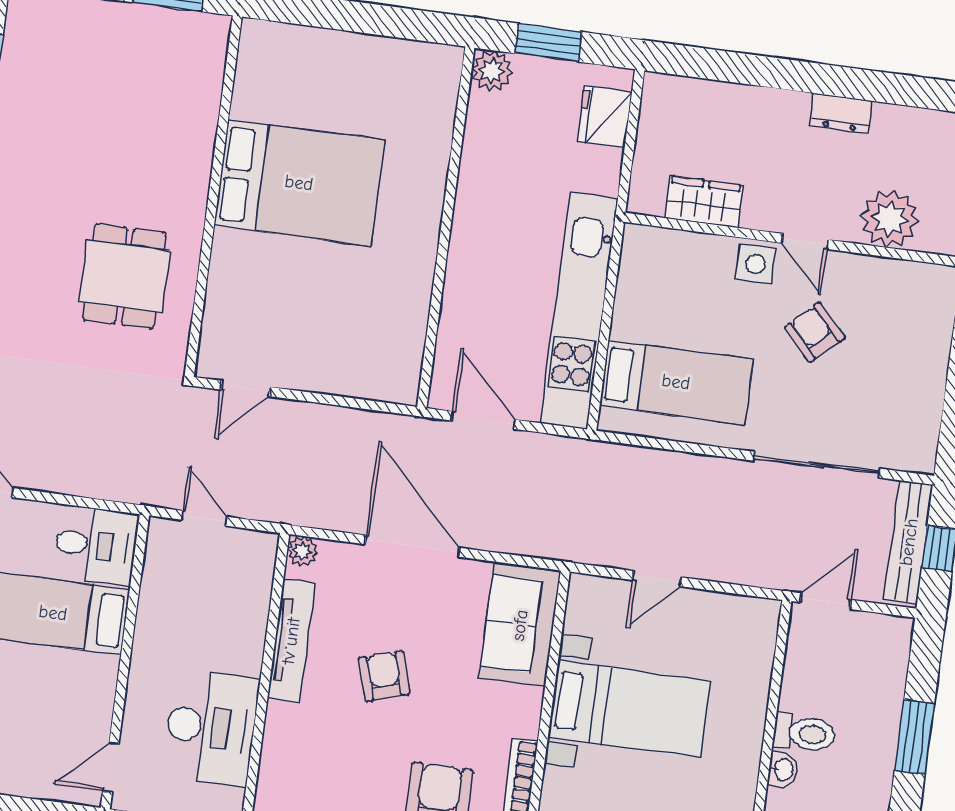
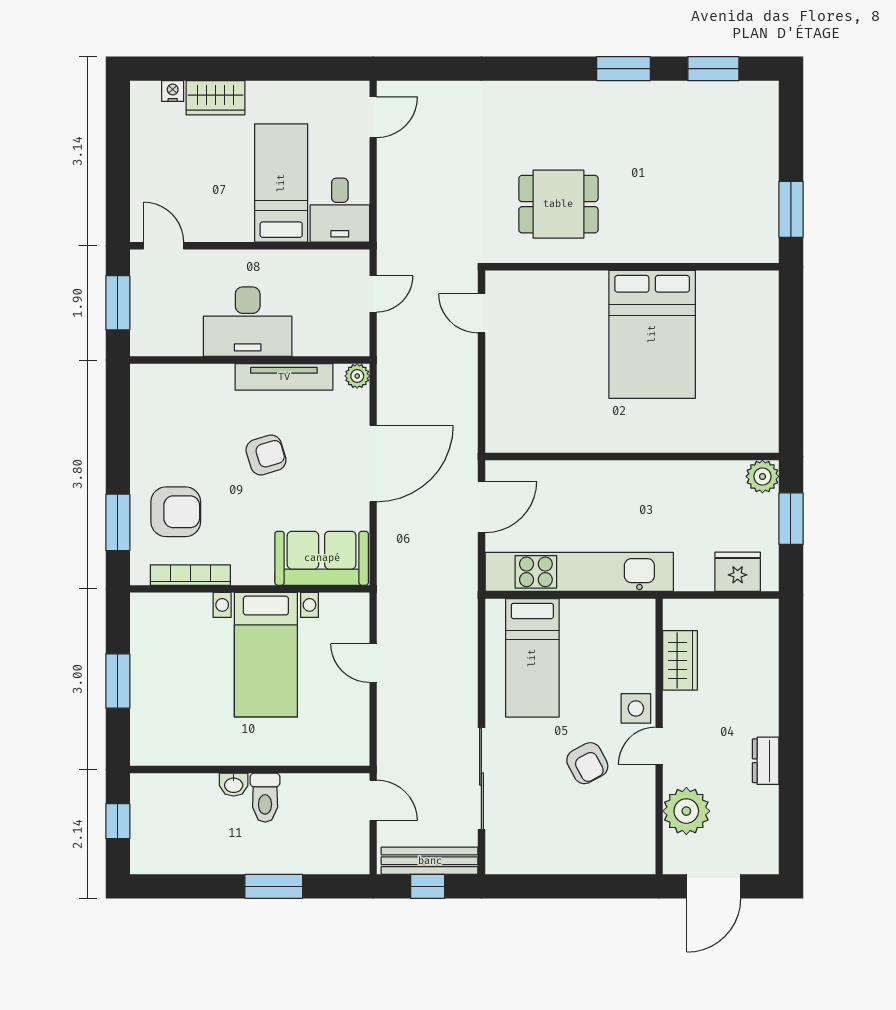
armchair: (815, 332) -> (587, 763), turned 105
desk: (211, 727) -> (248, 322), moved

